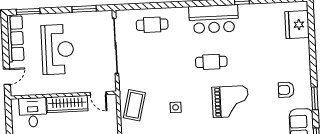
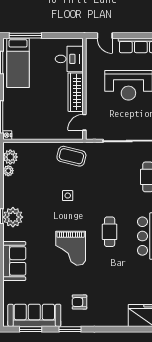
armchair: (286, 90) -> (79, 302), turned -90

